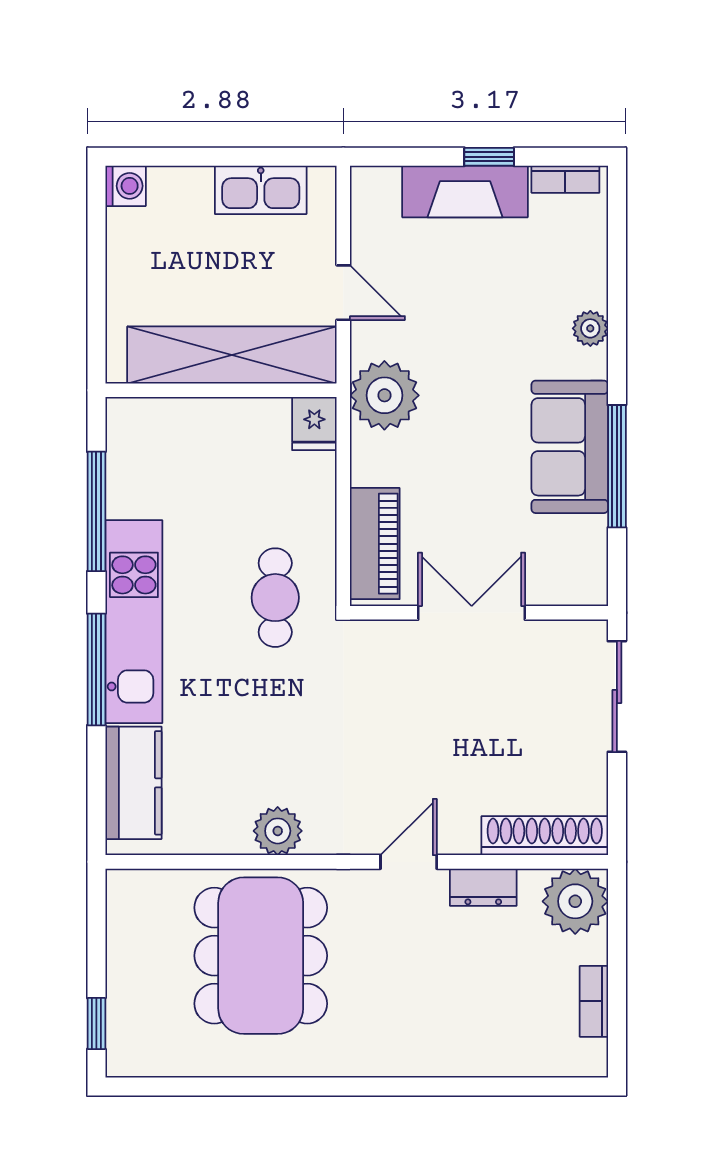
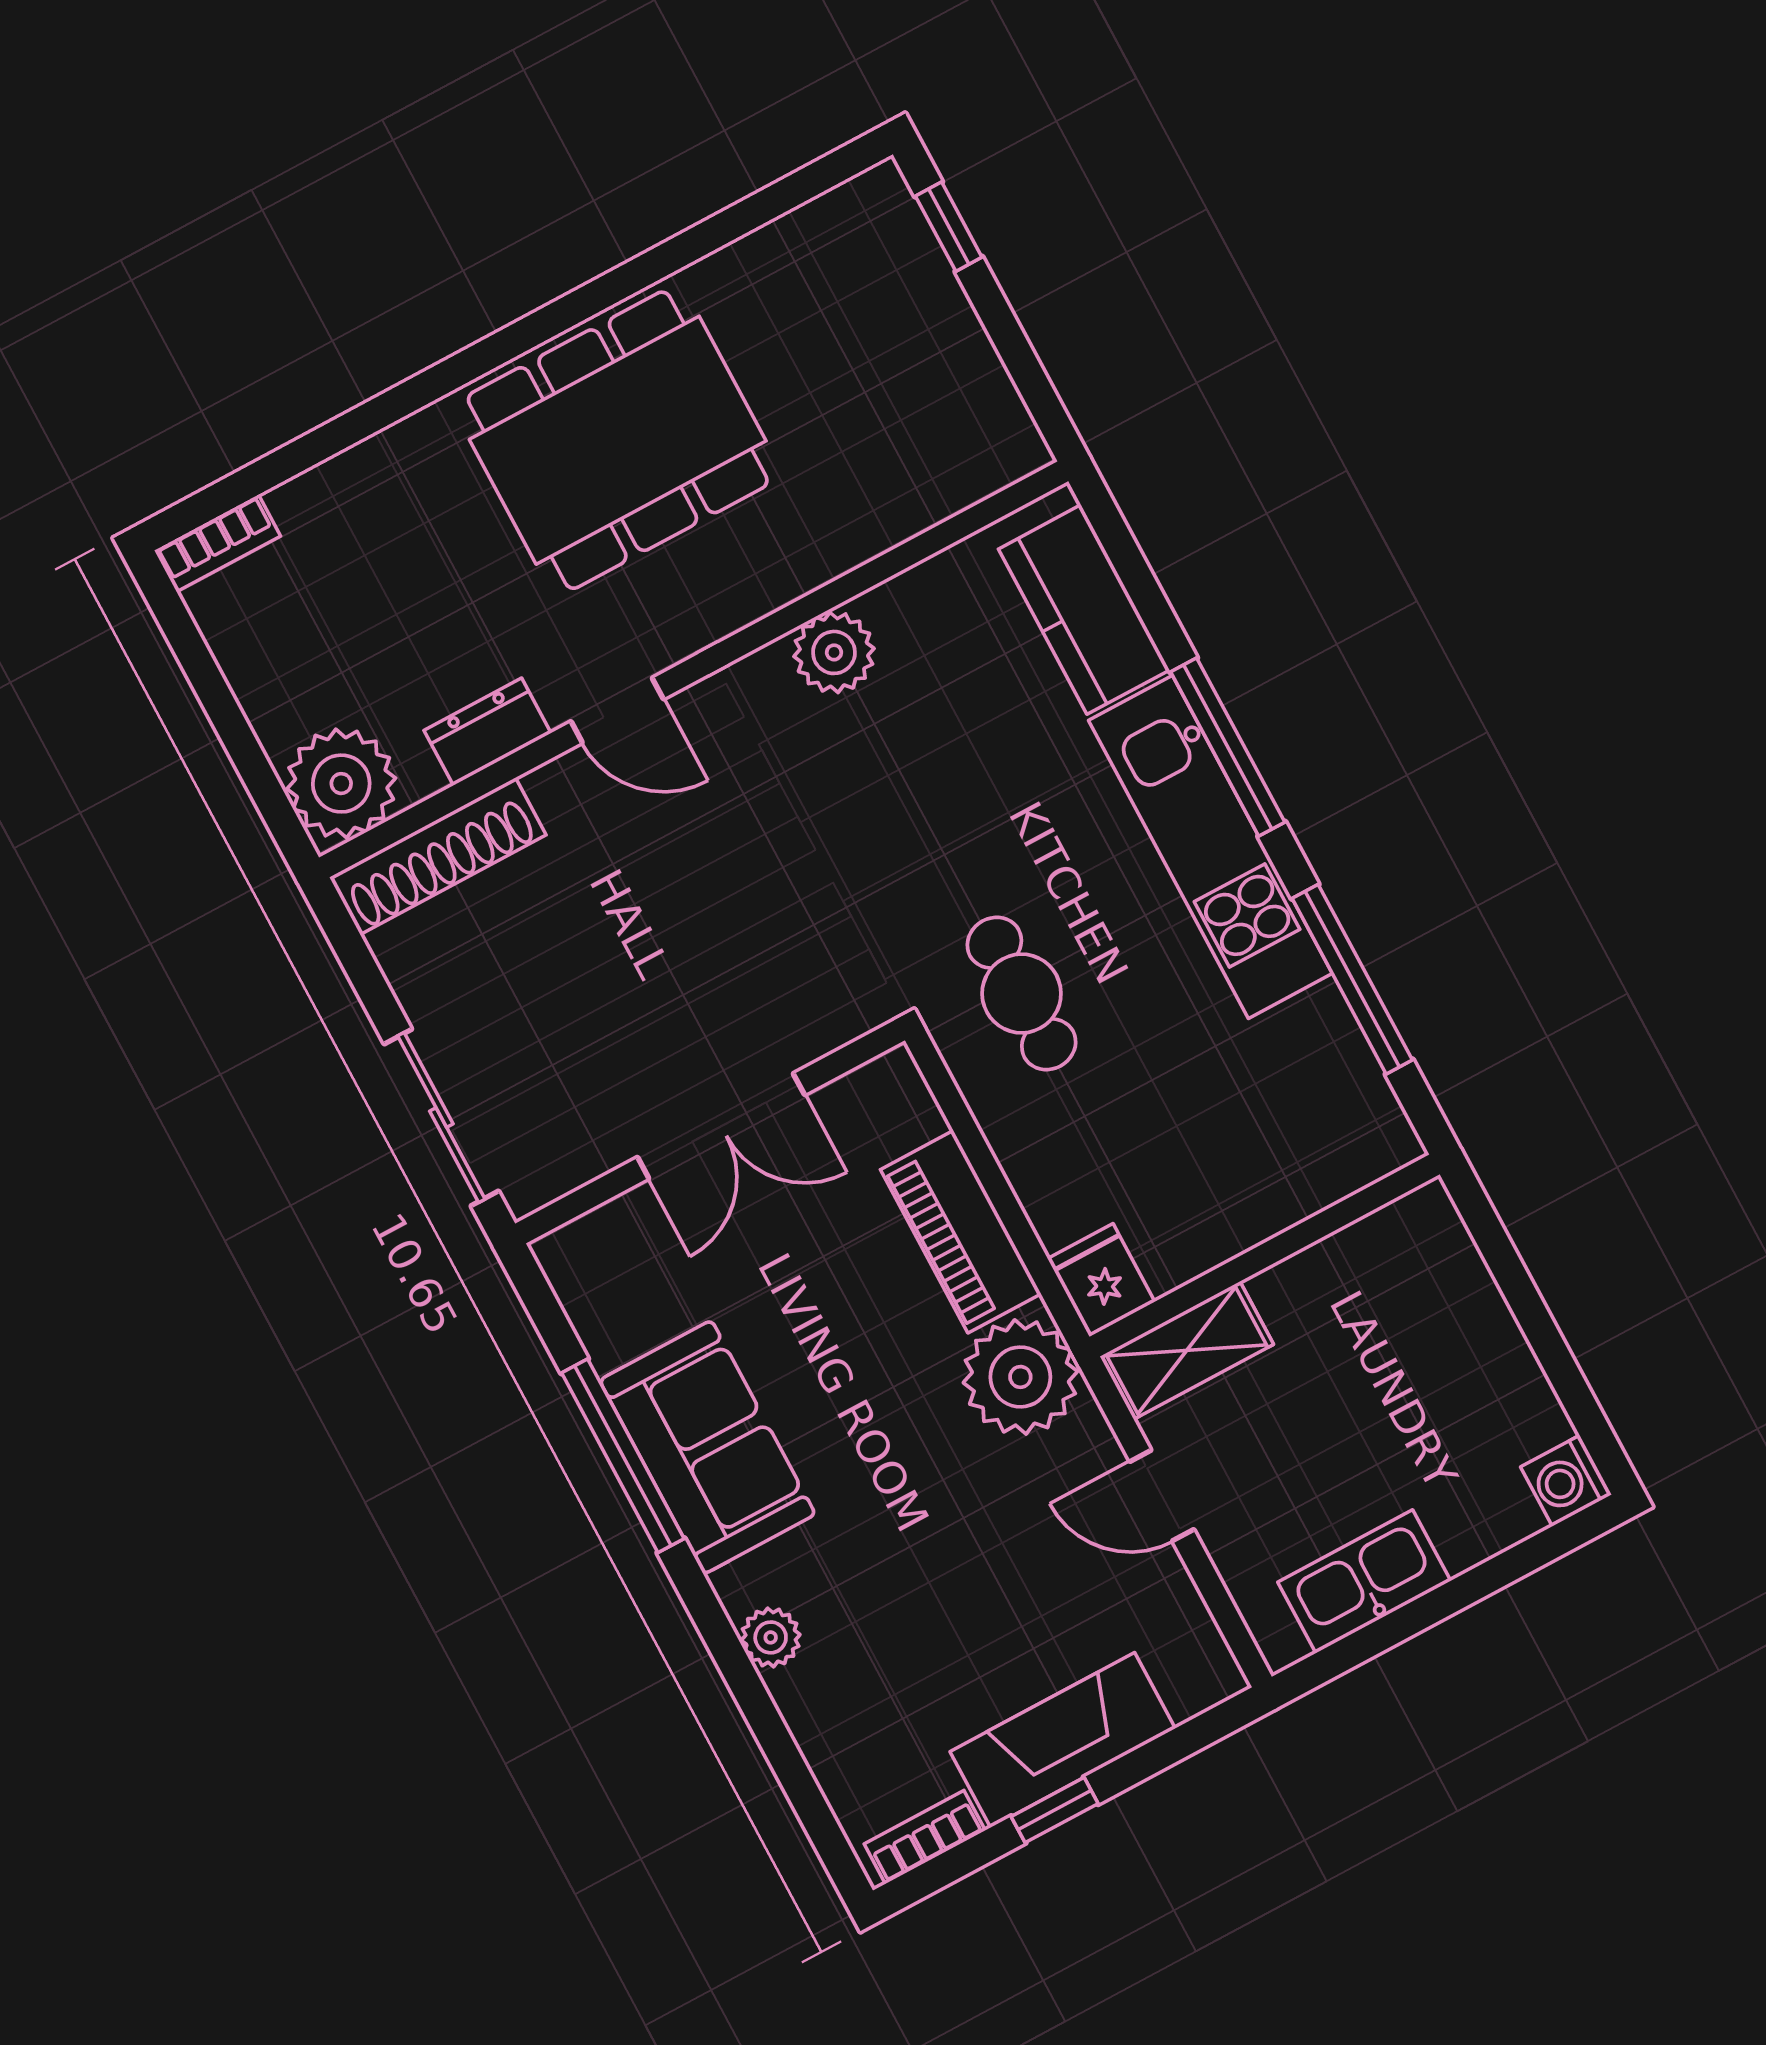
shelving: (232, 355) -> (1187, 1350), width x0.45, depth x0.75
piano: (375, 544) -> (961, 1232), moved
door: (409, 862) -> (617, 710), hinge flipped
dining table: (261, 956) -> (618, 440), moved, turned 90
bookcase: (594, 1001) -> (217, 543), moved, turned 90

